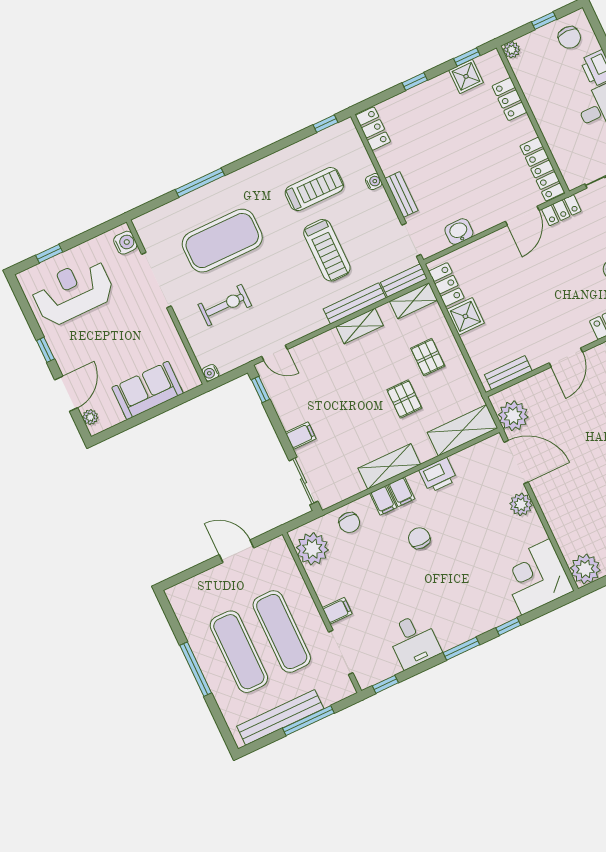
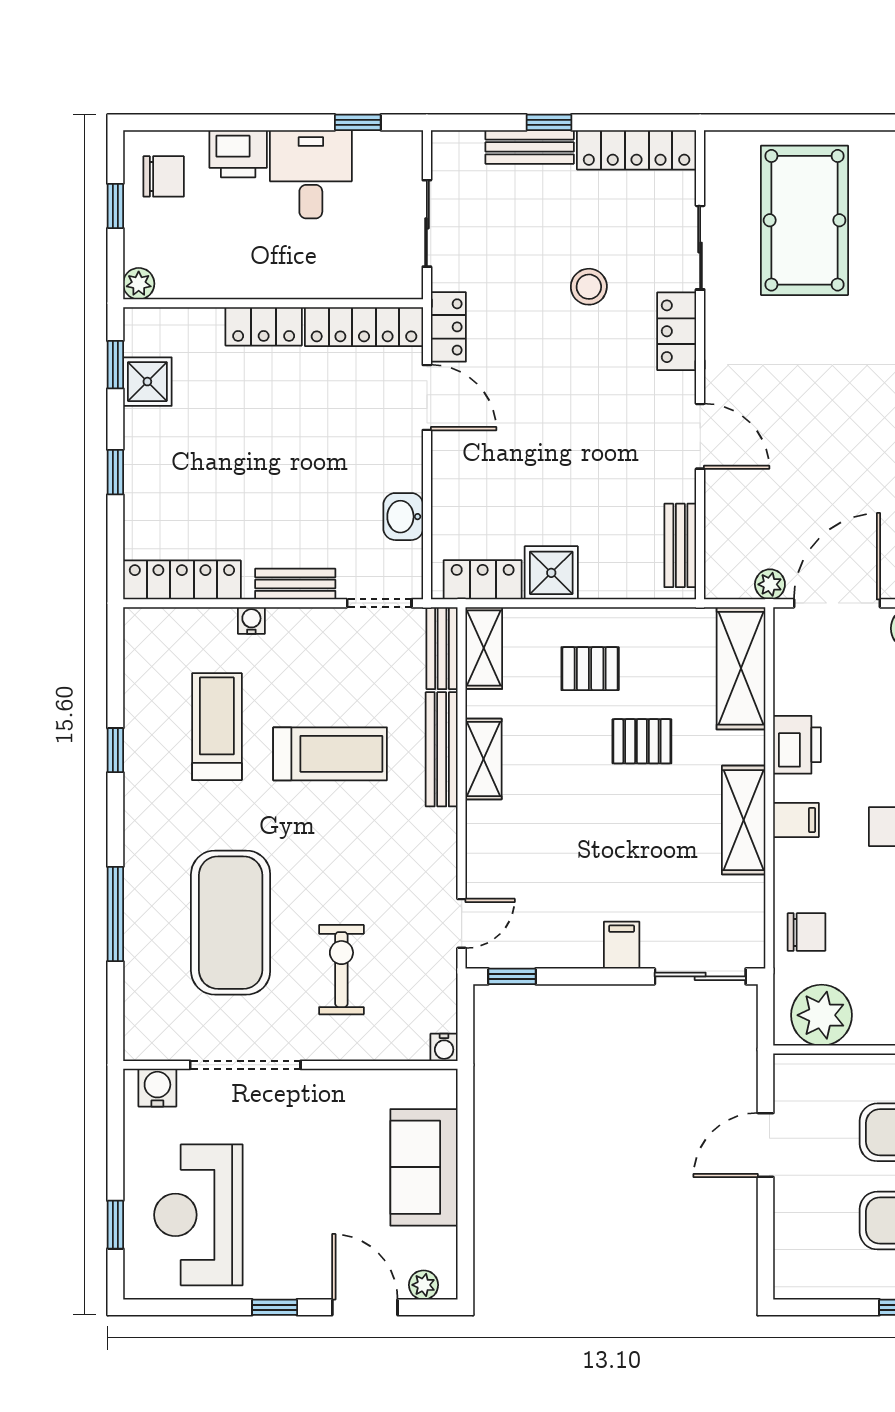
locker: (509, 99) -> (264, 326), moved
window: (325, 124) -> (115, 750), moved
locker: (373, 129) -> (182, 580), width x1.53
plant: (513, 416) -> (770, 584), width x0.53, depth x0.53
filing cabinet: (383, 500) -> (796, 857), removed

